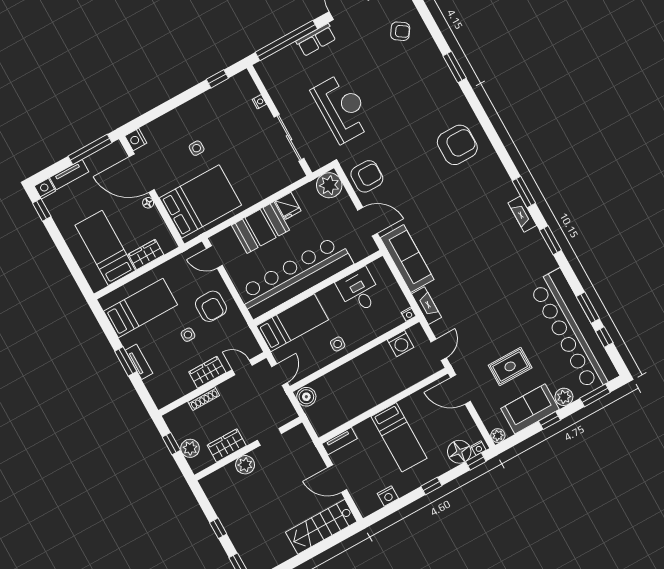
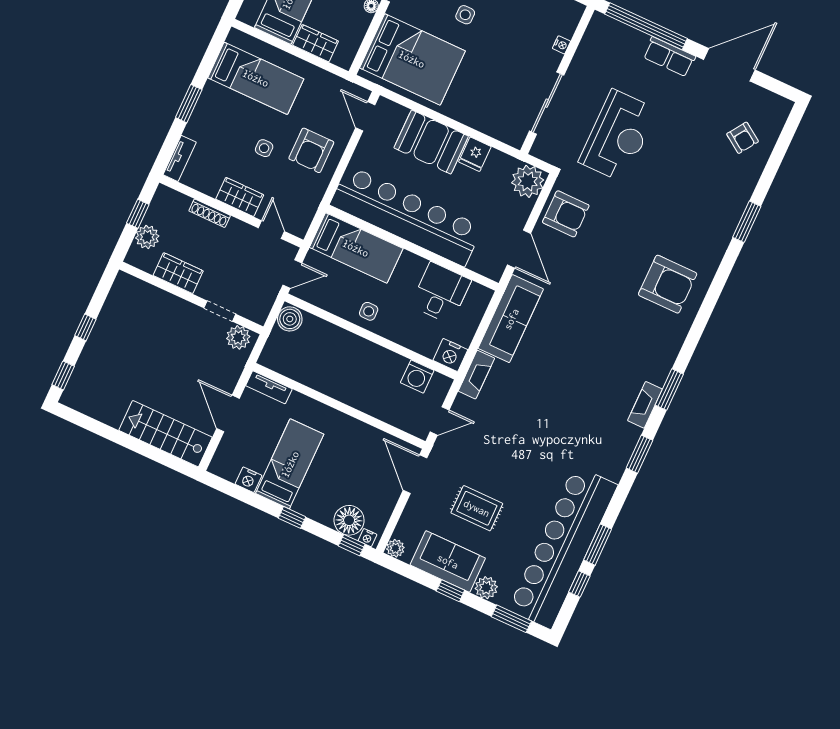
nightstand: (409, 314) -> (450, 355), width x1.89, depth x1.79
tv unit: (139, 362) -> (180, 158), moved
bed: (399, 437) -> (290, 464), moved, turned 180
plant: (245, 465) -> (238, 337), moved

